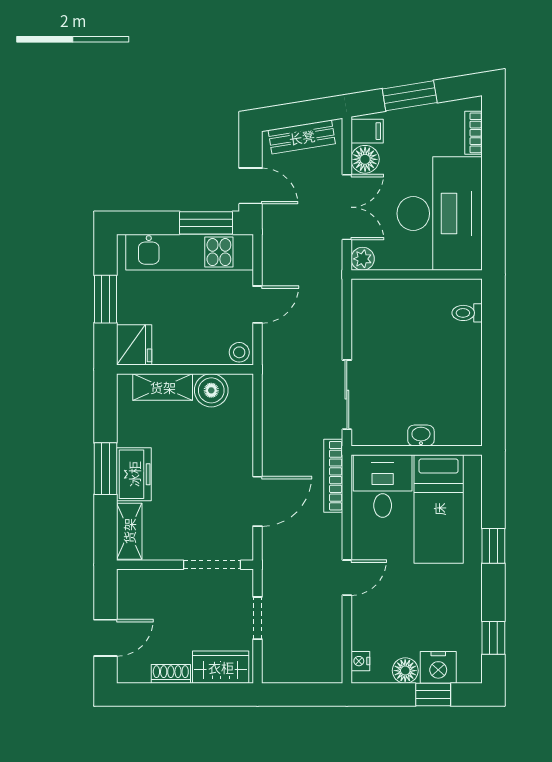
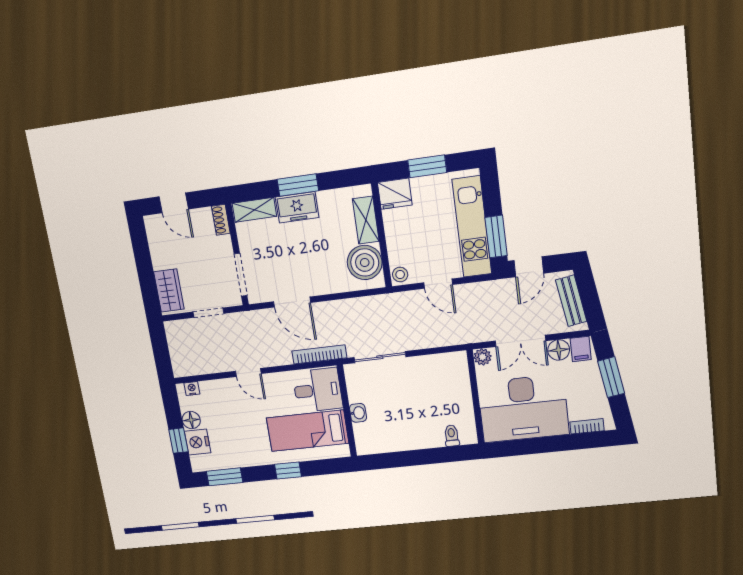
boiler: (211, 390) -> (365, 262), width x1.37, depth x1.37
window: (493, 638) -> (225, 477), width x1.50
shoe rack: (171, 674) -> (221, 220), moved, turned 180

